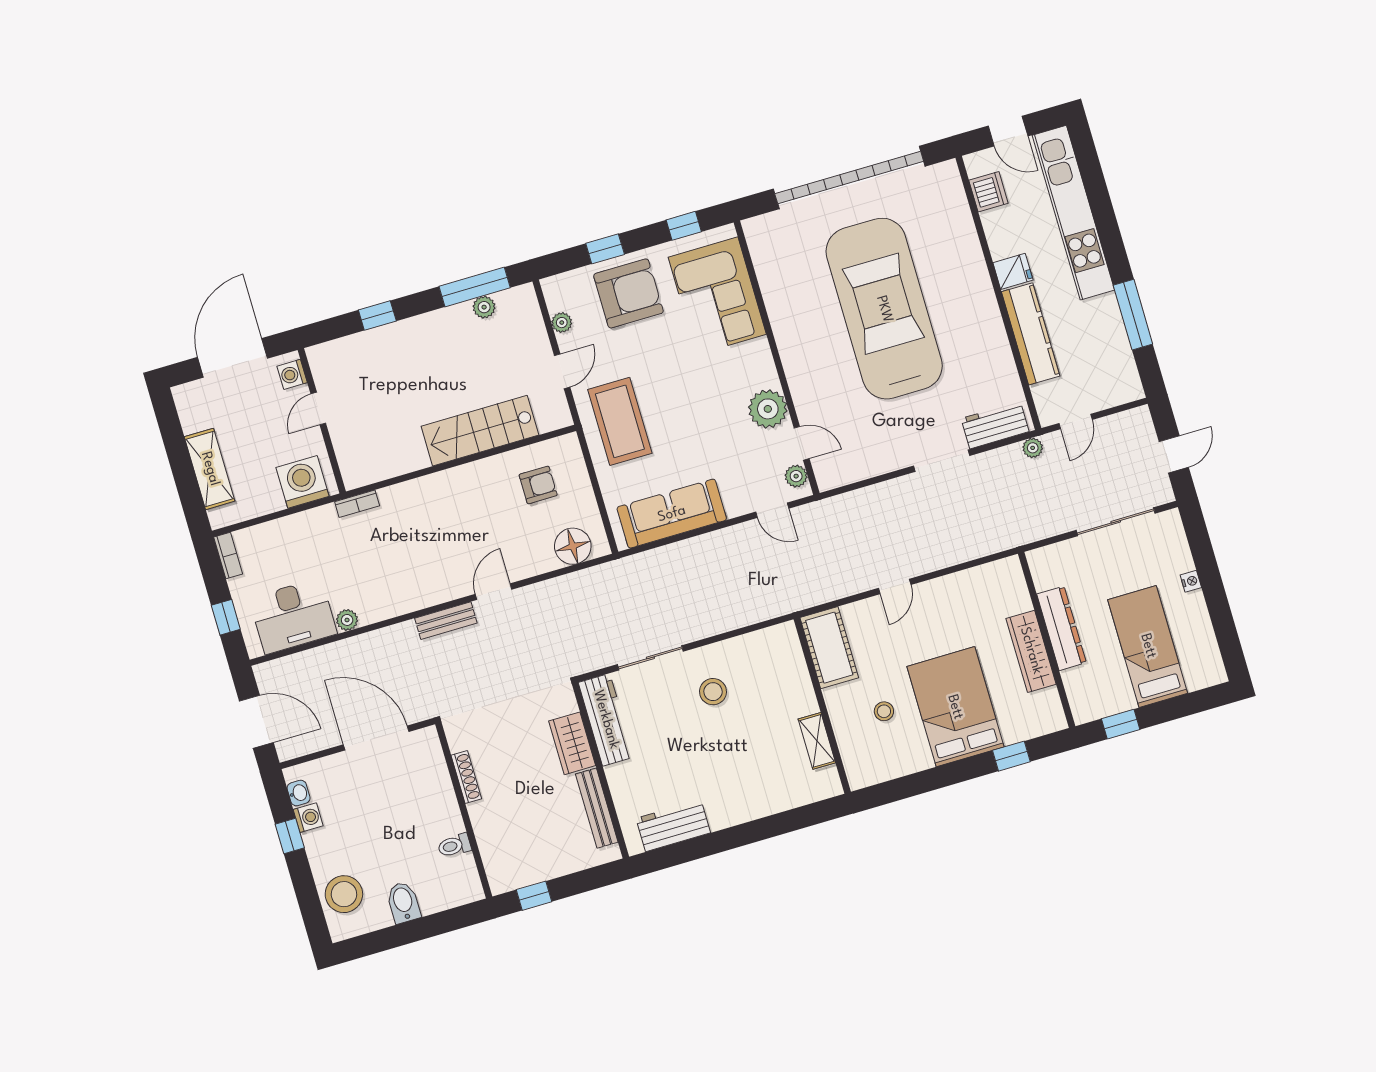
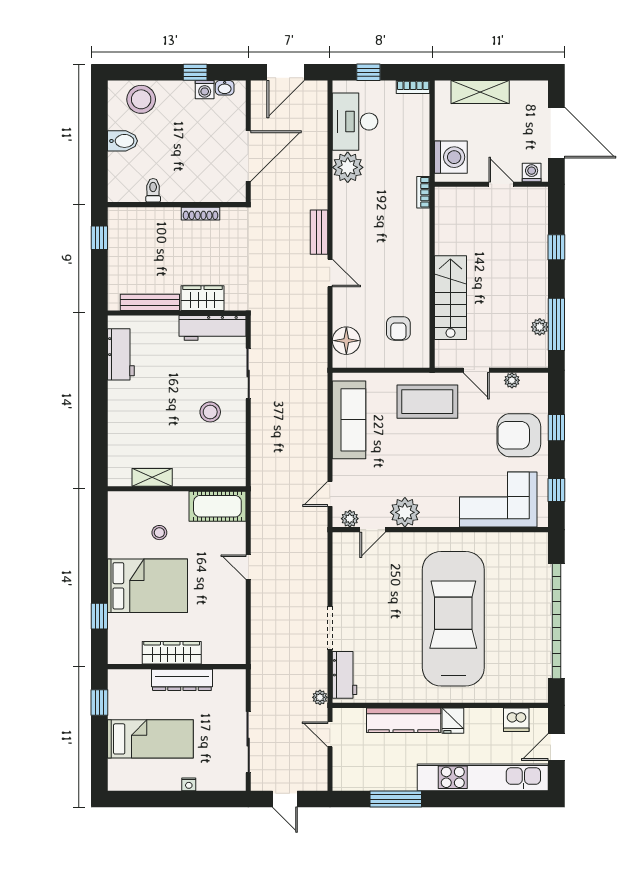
armchair: (628, 293) -> (519, 435), turned 90
car: (884, 309) -> (453, 619), turned -90
plant: (347, 620) -> (348, 167), width x1.88, depth x1.88

